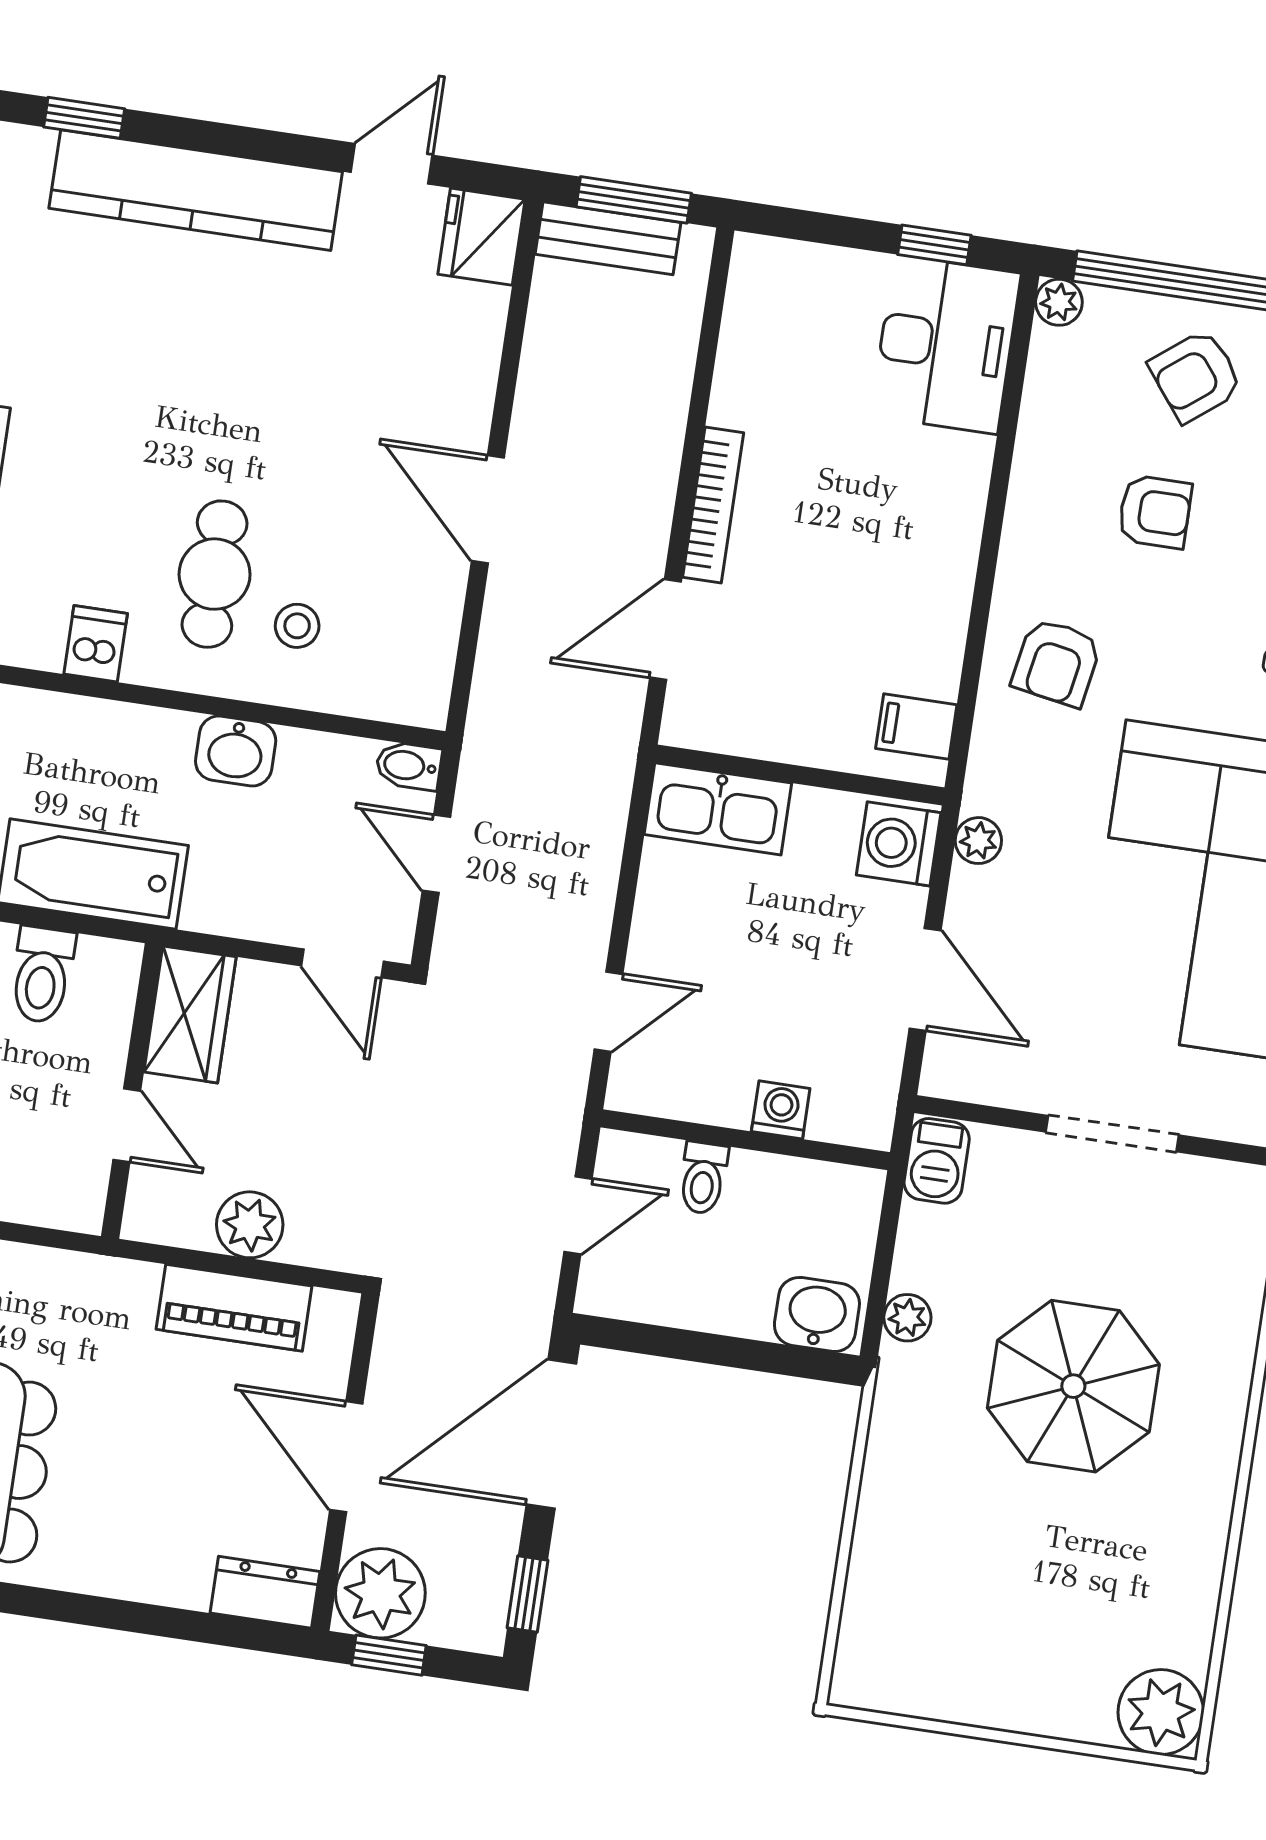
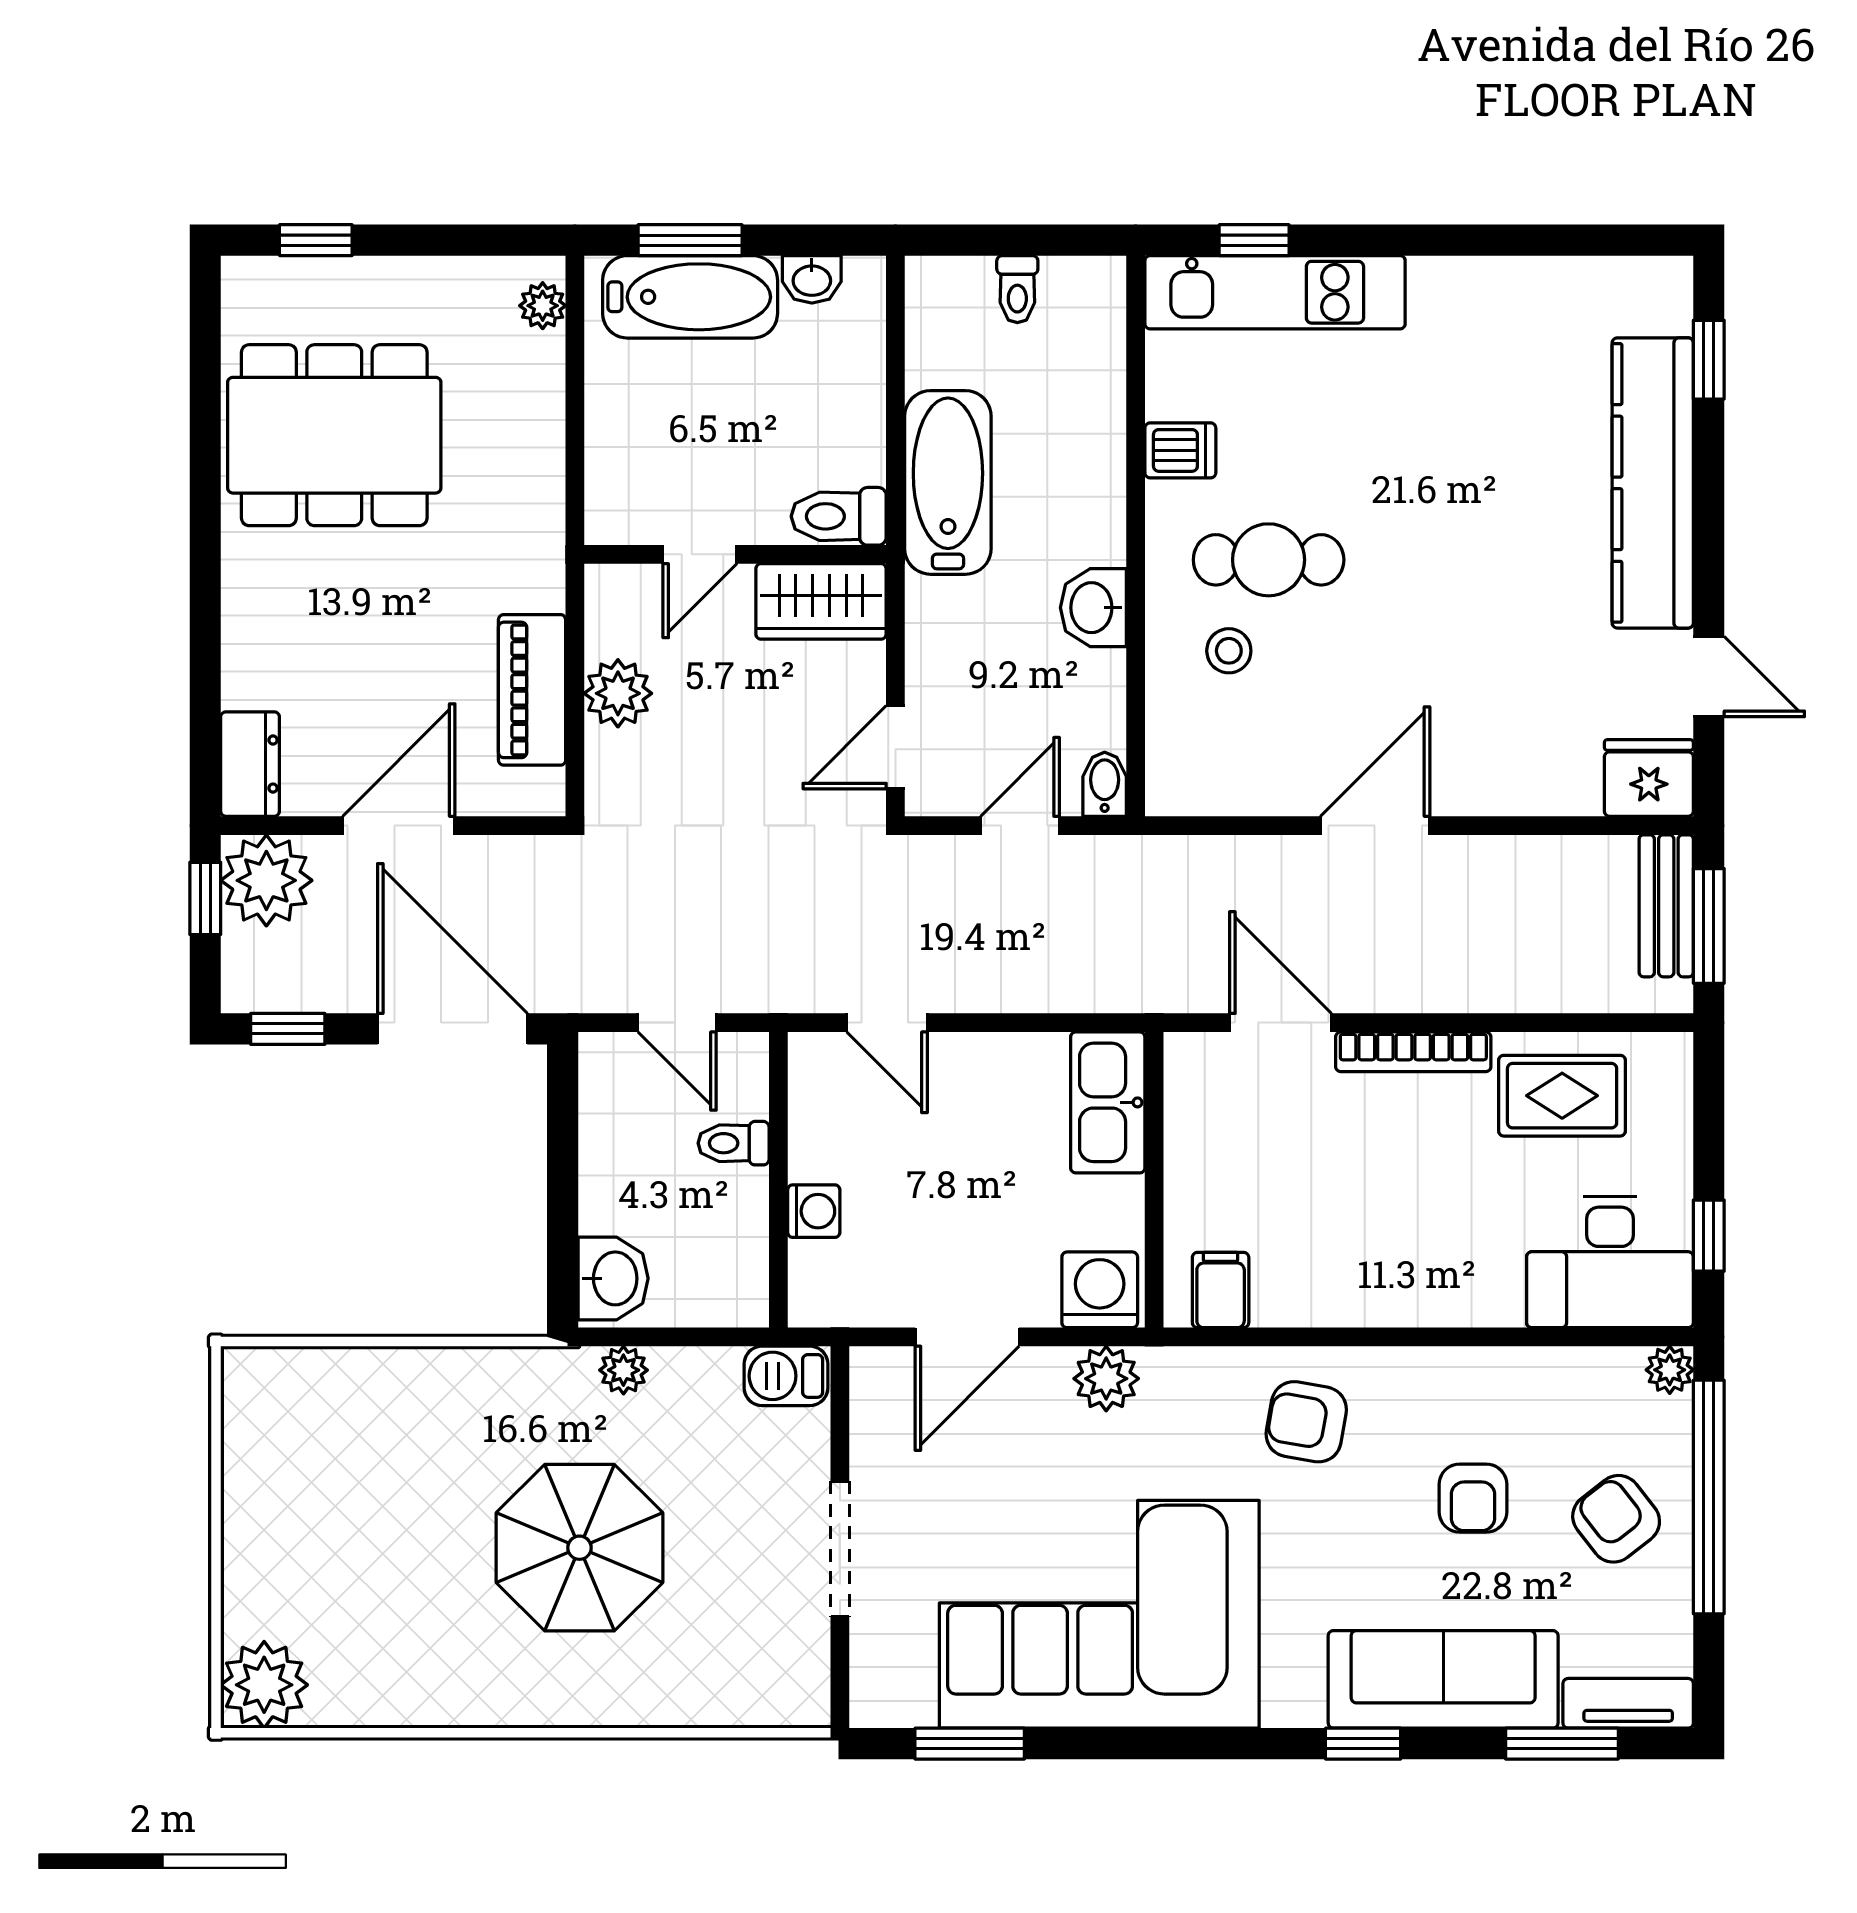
rug: (777, 367) -> (1562, 1096), added
plant: (978, 841) -> (1106, 1379), width x1.38, depth x1.38
toilet: (42, 975) -> (839, 516), moved

